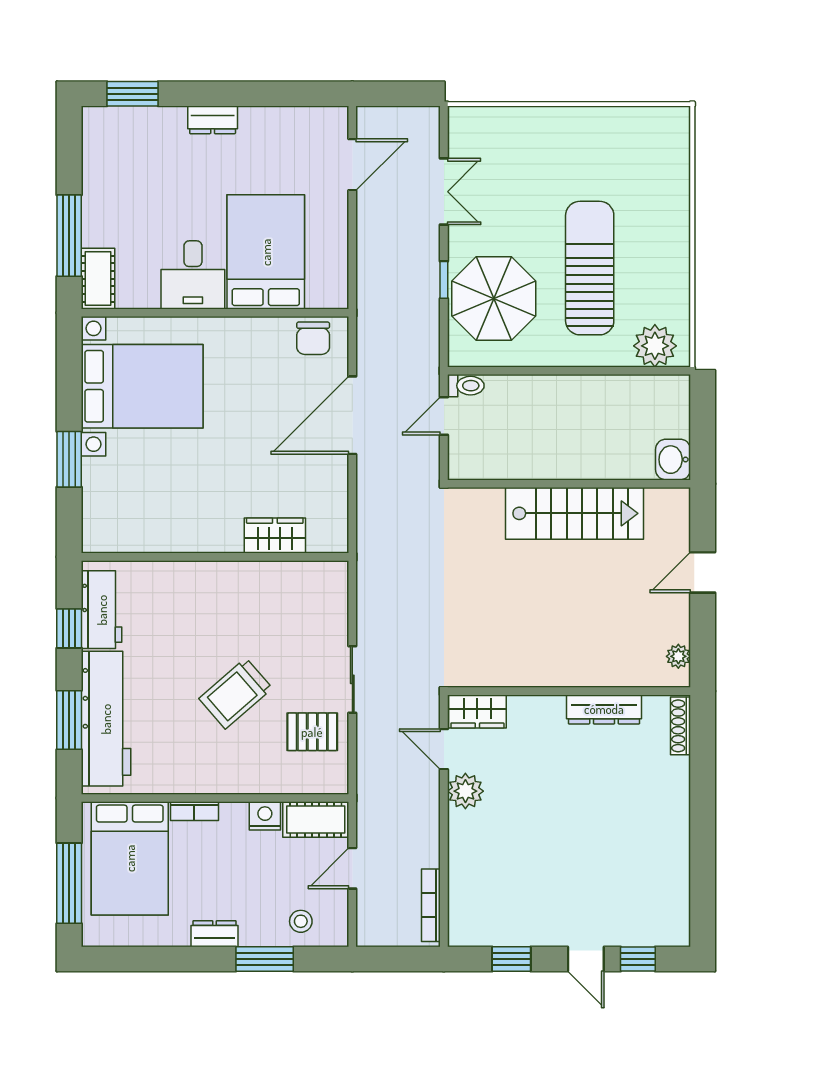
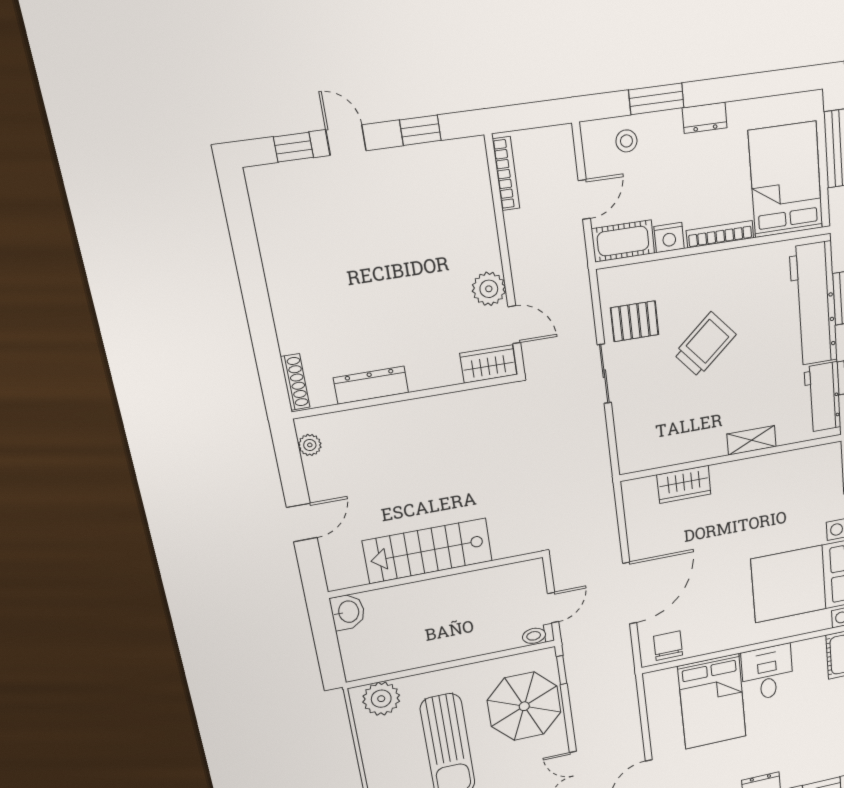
window: (444, 280) -> (562, 670), moved
shelving: (190, 573) -> (751, 440), added
bookcase: (194, 811) -> (720, 234), width x1.56

